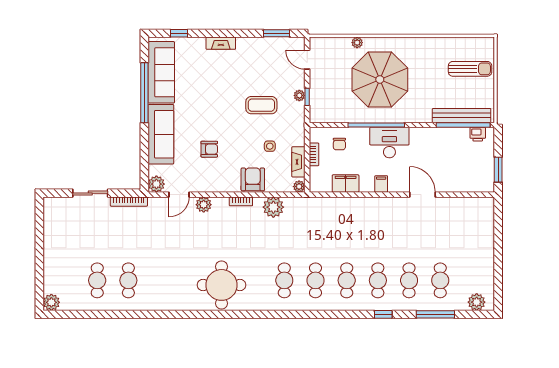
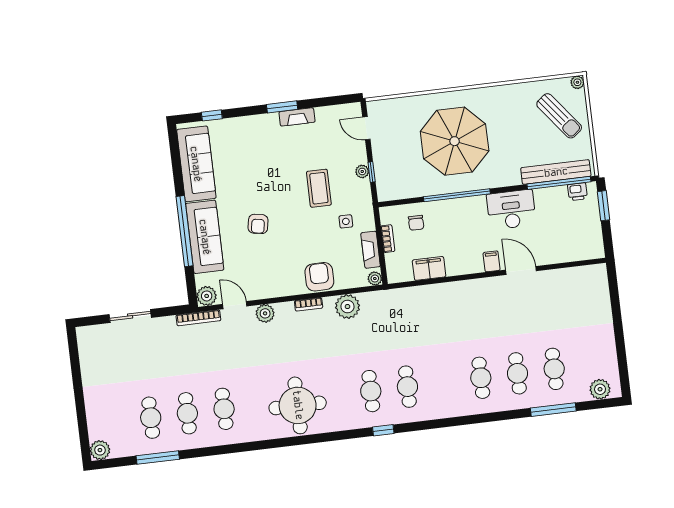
window: (277, 33) -> (282, 107), moved
fireplace: (221, 43) -> (297, 117), moved
plant: (357, 43) -> (577, 82), moved
sun lounger: (470, 69) -> (559, 116), turned 52
window: (144, 93) -> (184, 231), moved
coffee table: (261, 105) -> (319, 188), turned 90
desk: (389, 143) -> (511, 210), moved
side table: (270, 146) -> (346, 221), moved
armchair: (209, 149) -> (258, 224), moved, turned 100
window: (498, 170) -> (603, 206), moved
filing cabinet: (381, 184) -> (492, 261), moved
door: (179, 195) -> (235, 305), swing flipped
bookcase: (129, 202) -> (198, 318), moved
cafe table: (347, 280) -> (224, 409), moved
window: (99, 314) -> (158, 457), added
window: (383, 314) -> (383, 430), moved

